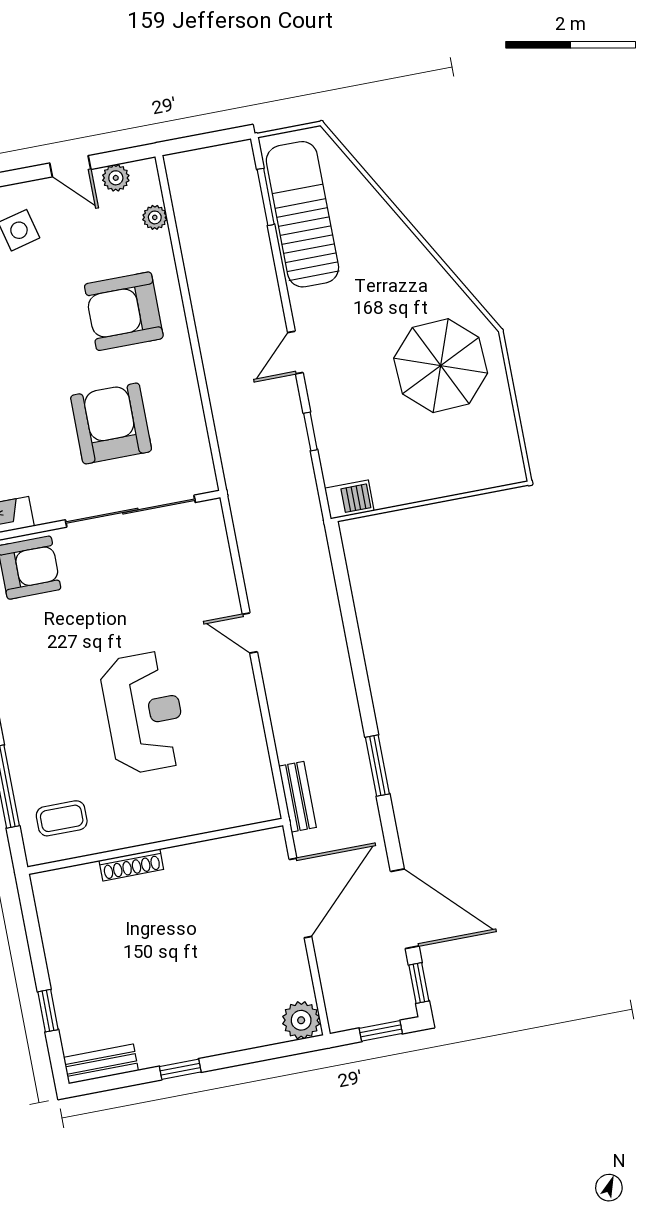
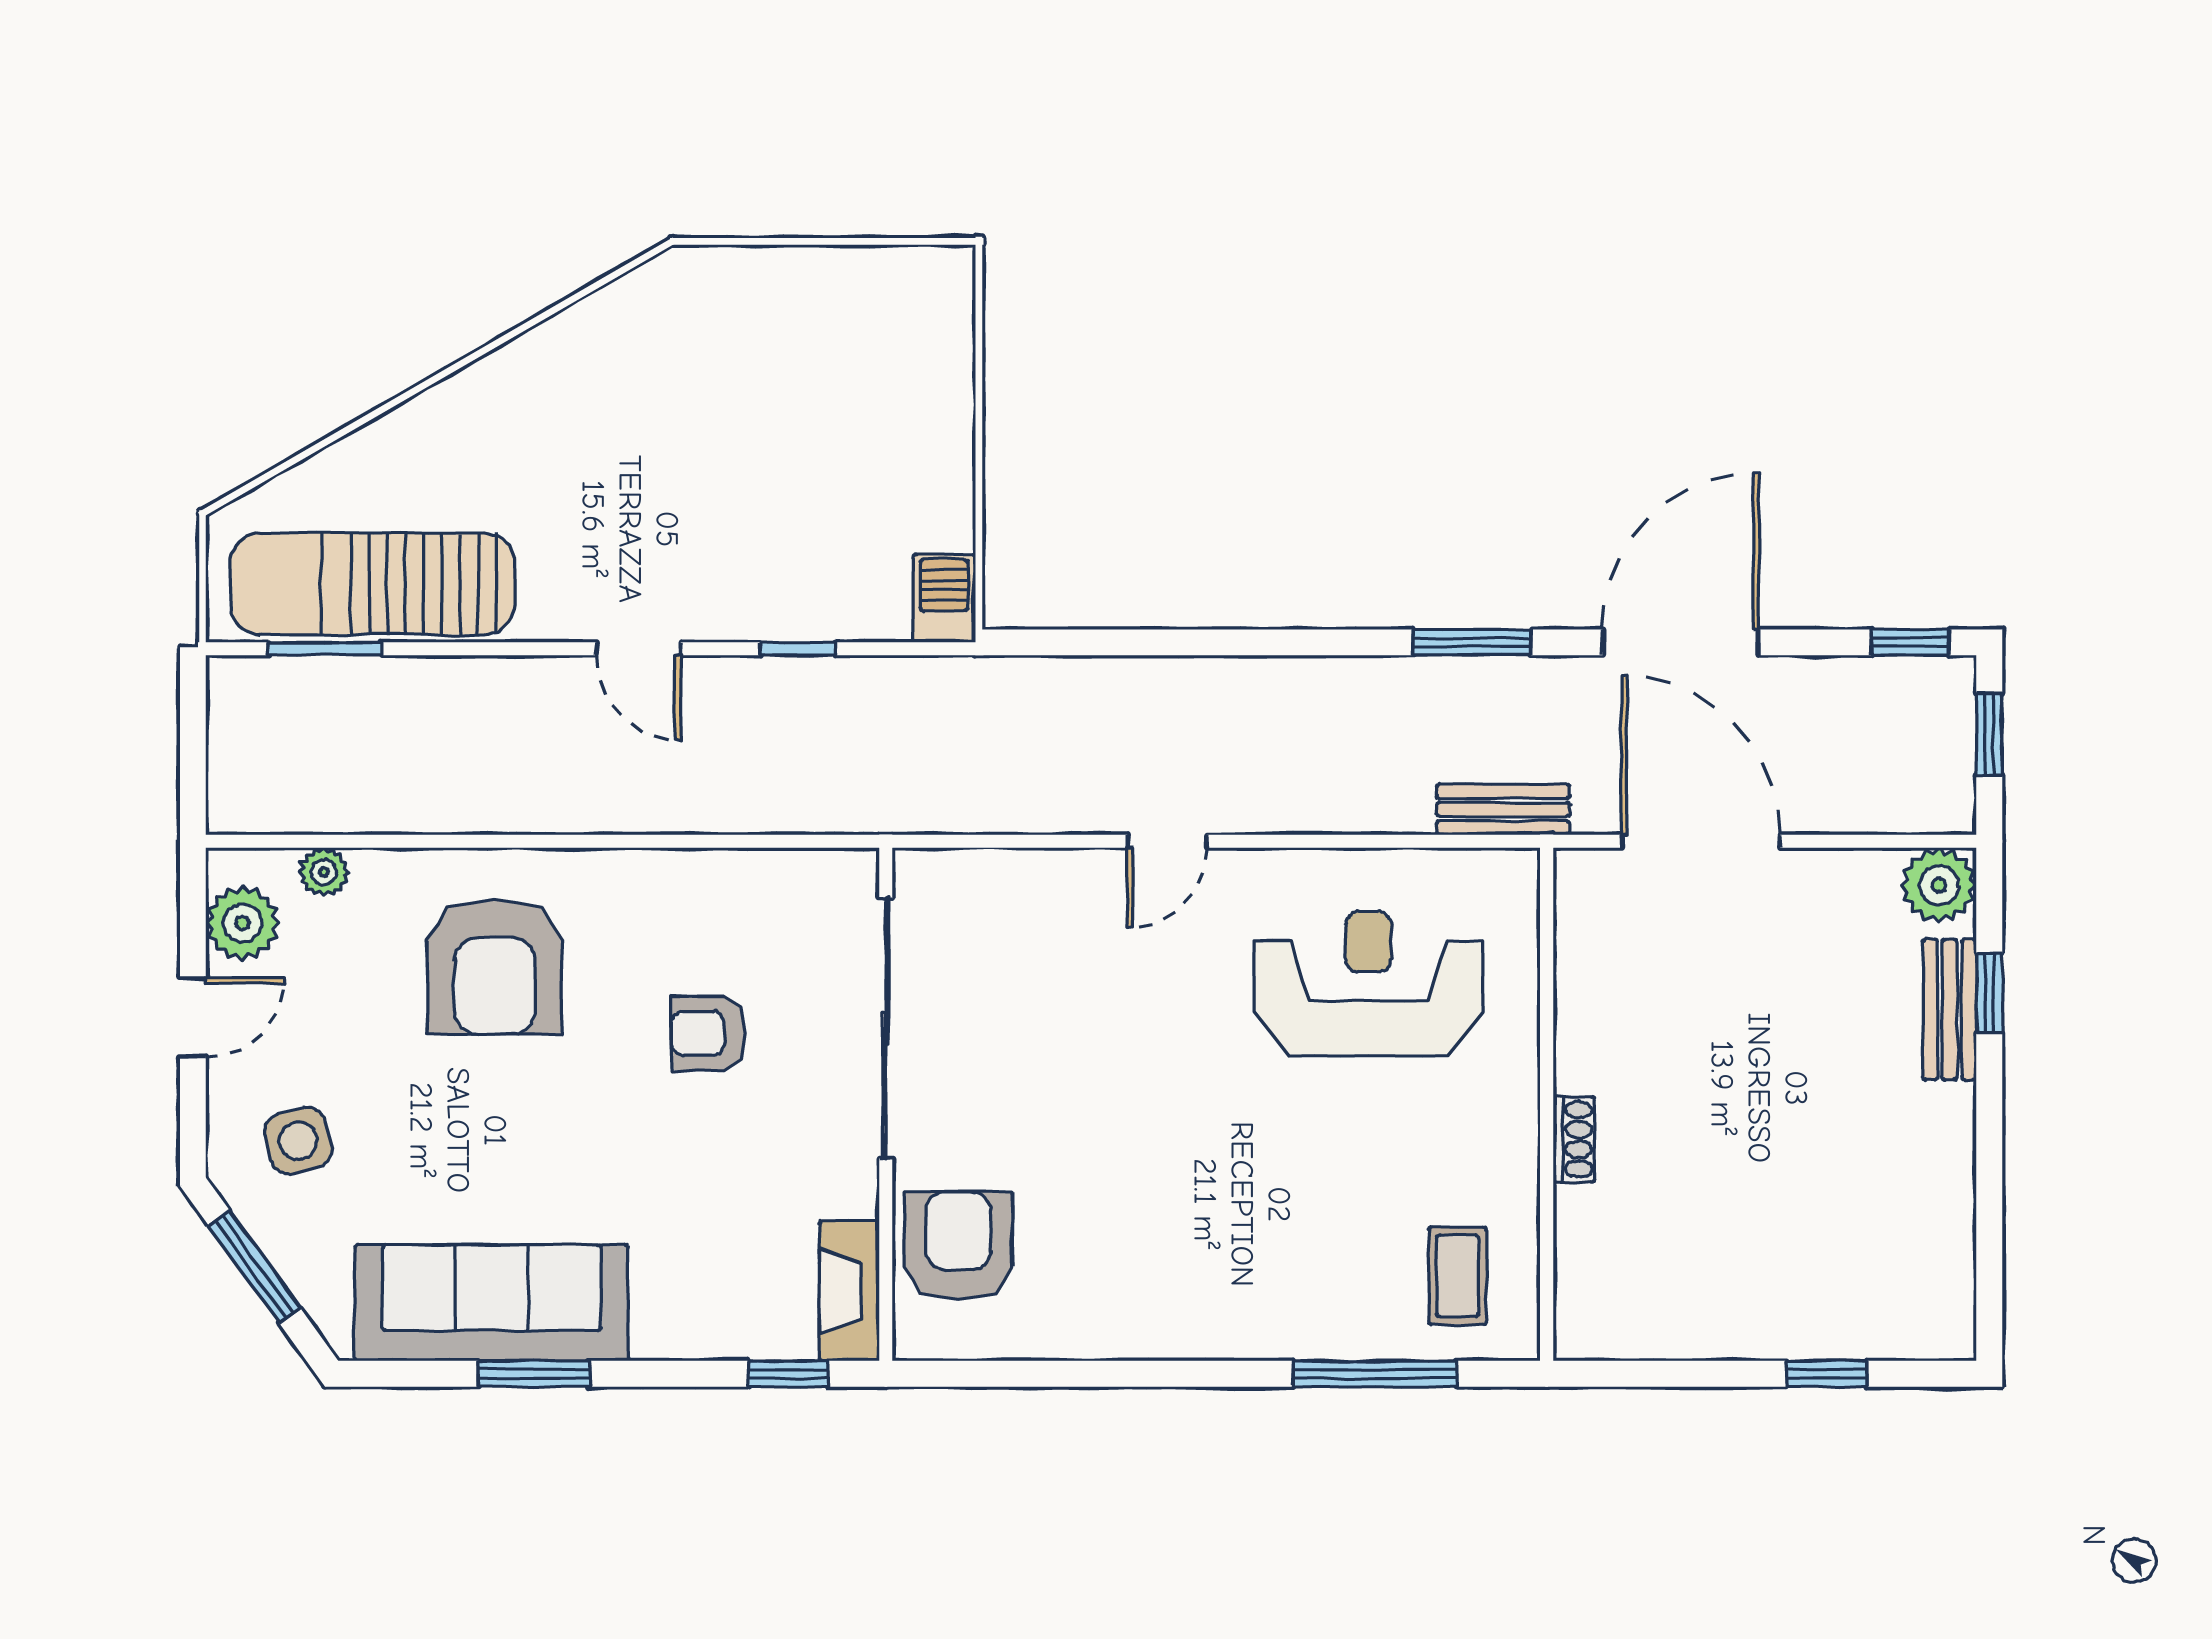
plant: (116, 178) -> (243, 923), width x1.38, depth x1.38
parasol: (441, 366) -> (718, 371), removed
armchair: (111, 423) -> (708, 1033), width x0.53, depth x0.53
reception desk: (144, 713) -> (1368, 984), moved
shoe rack: (131, 865) -> (1574, 1139), width x0.70
door: (405, 909) -> (1681, 642), moved
bench: (101, 1064) -> (1950, 1010), moved
window: (180, 1069) -> (1989, 993), moved

